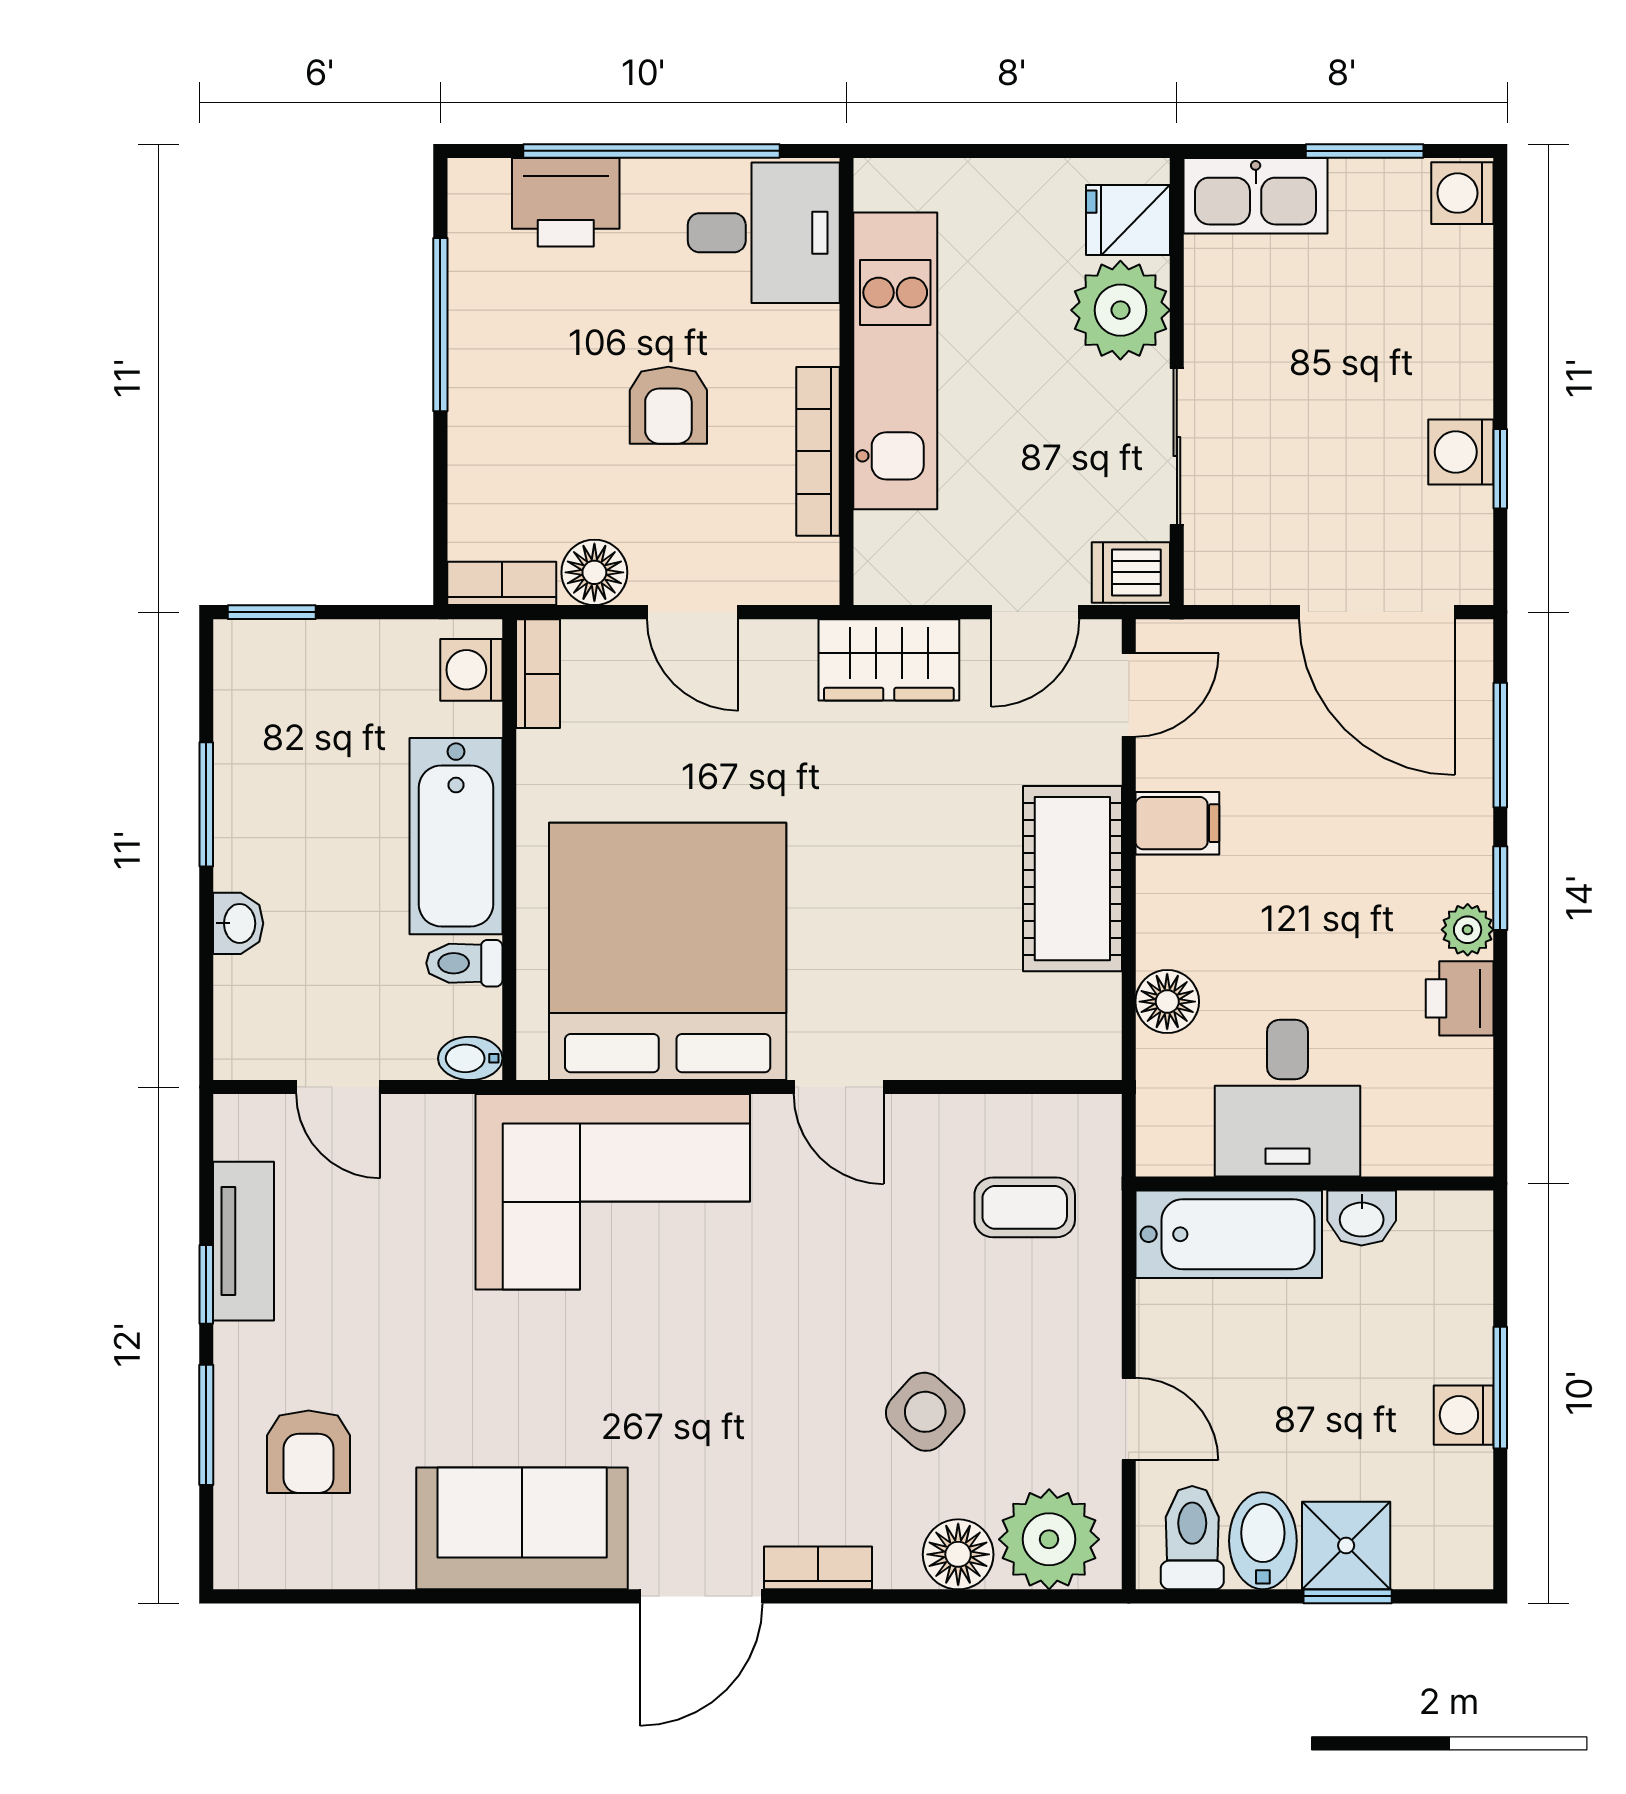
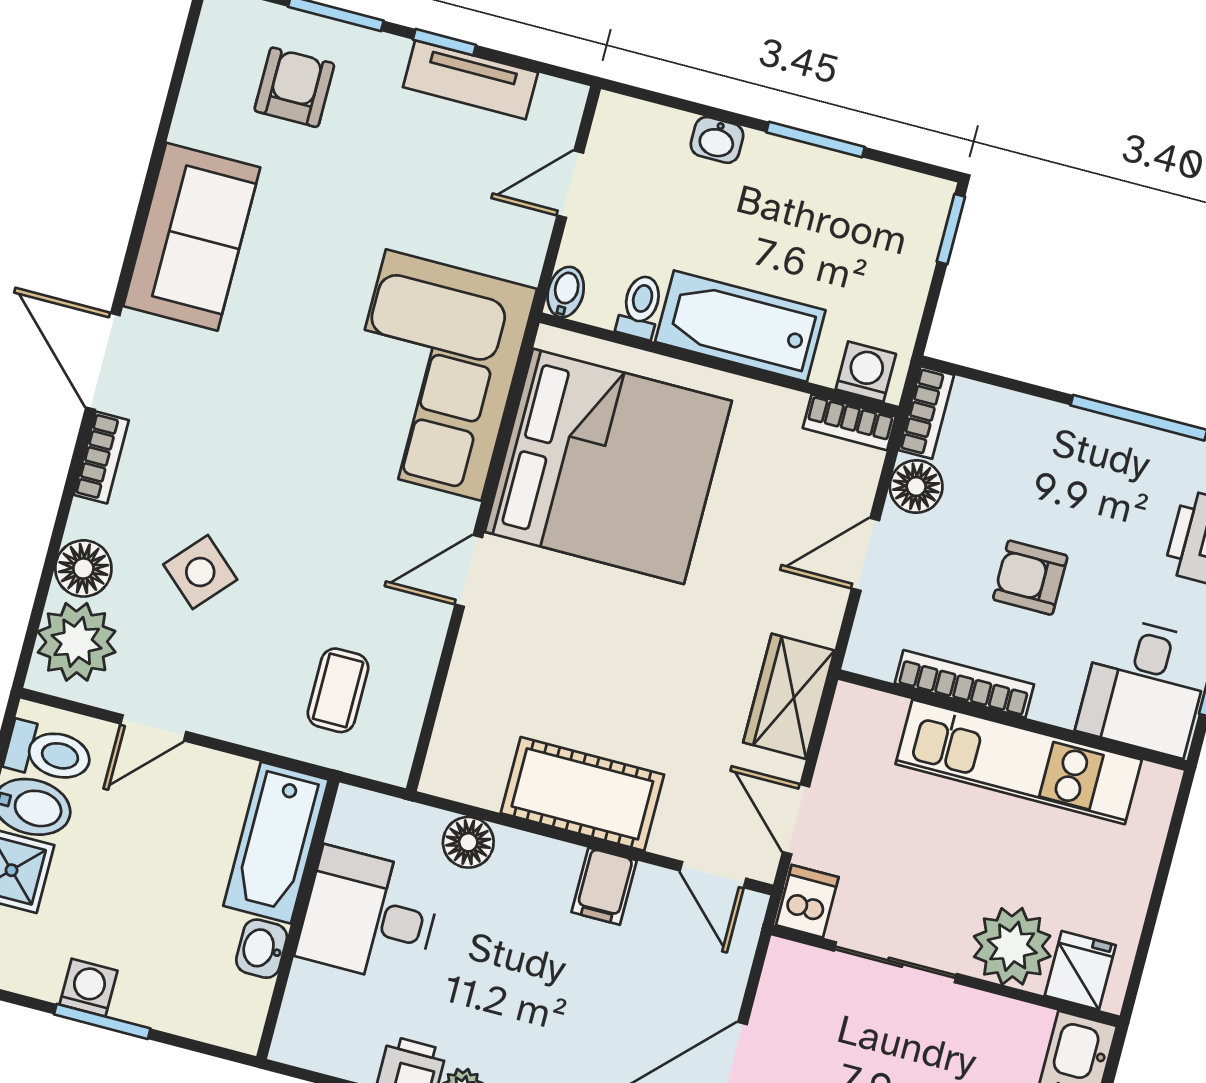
armchair: (309, 1452) -> (294, 87), turned 90

